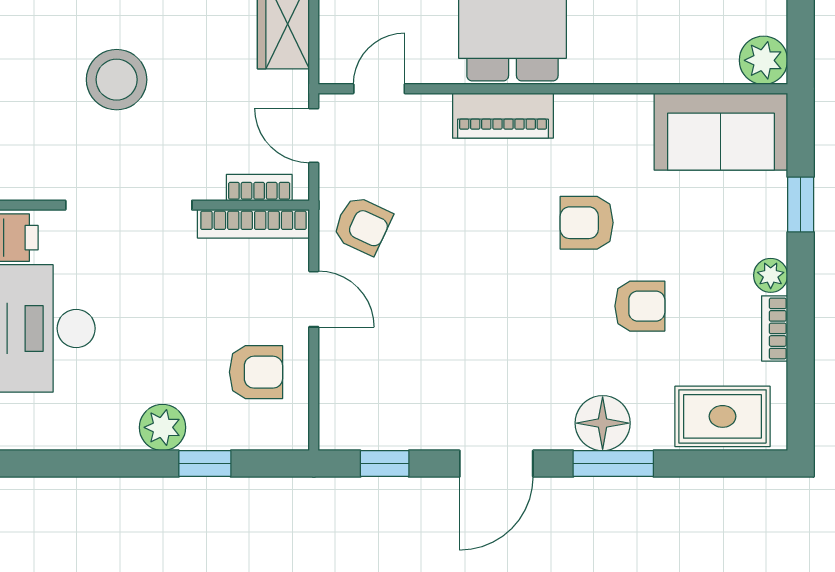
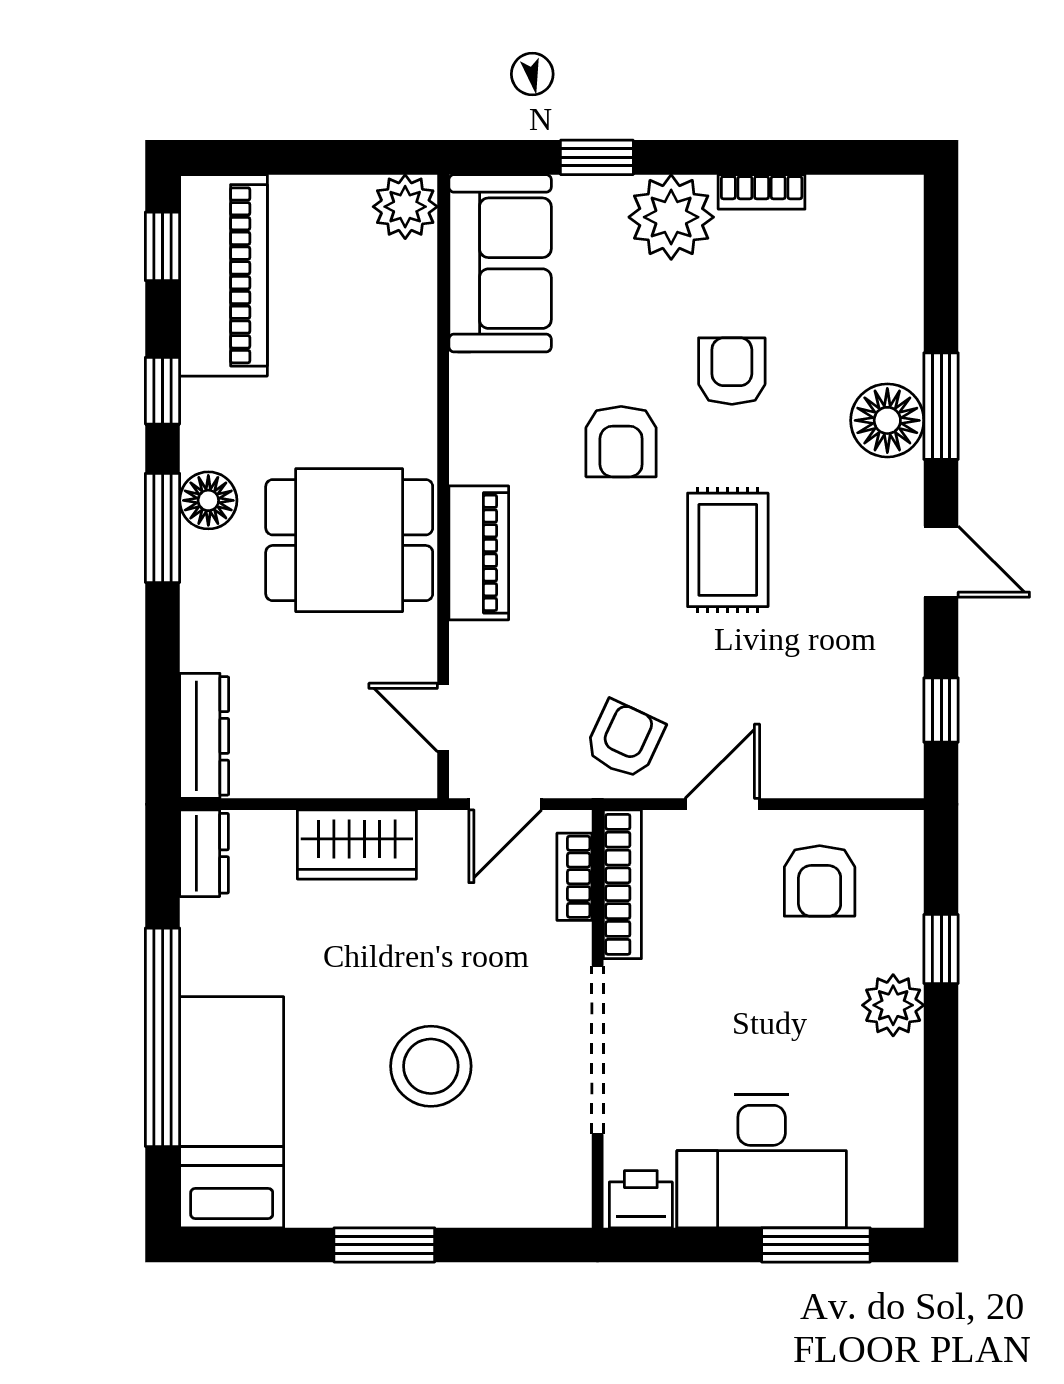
plant: (771, 275) -> (671, 217), width x1.88, depth x1.88
armchair: (256, 372) -> (820, 881), turned 180
rug: (722, 416) -> (728, 550), moved
door: (496, 464) -> (941, 562), width x0.73

